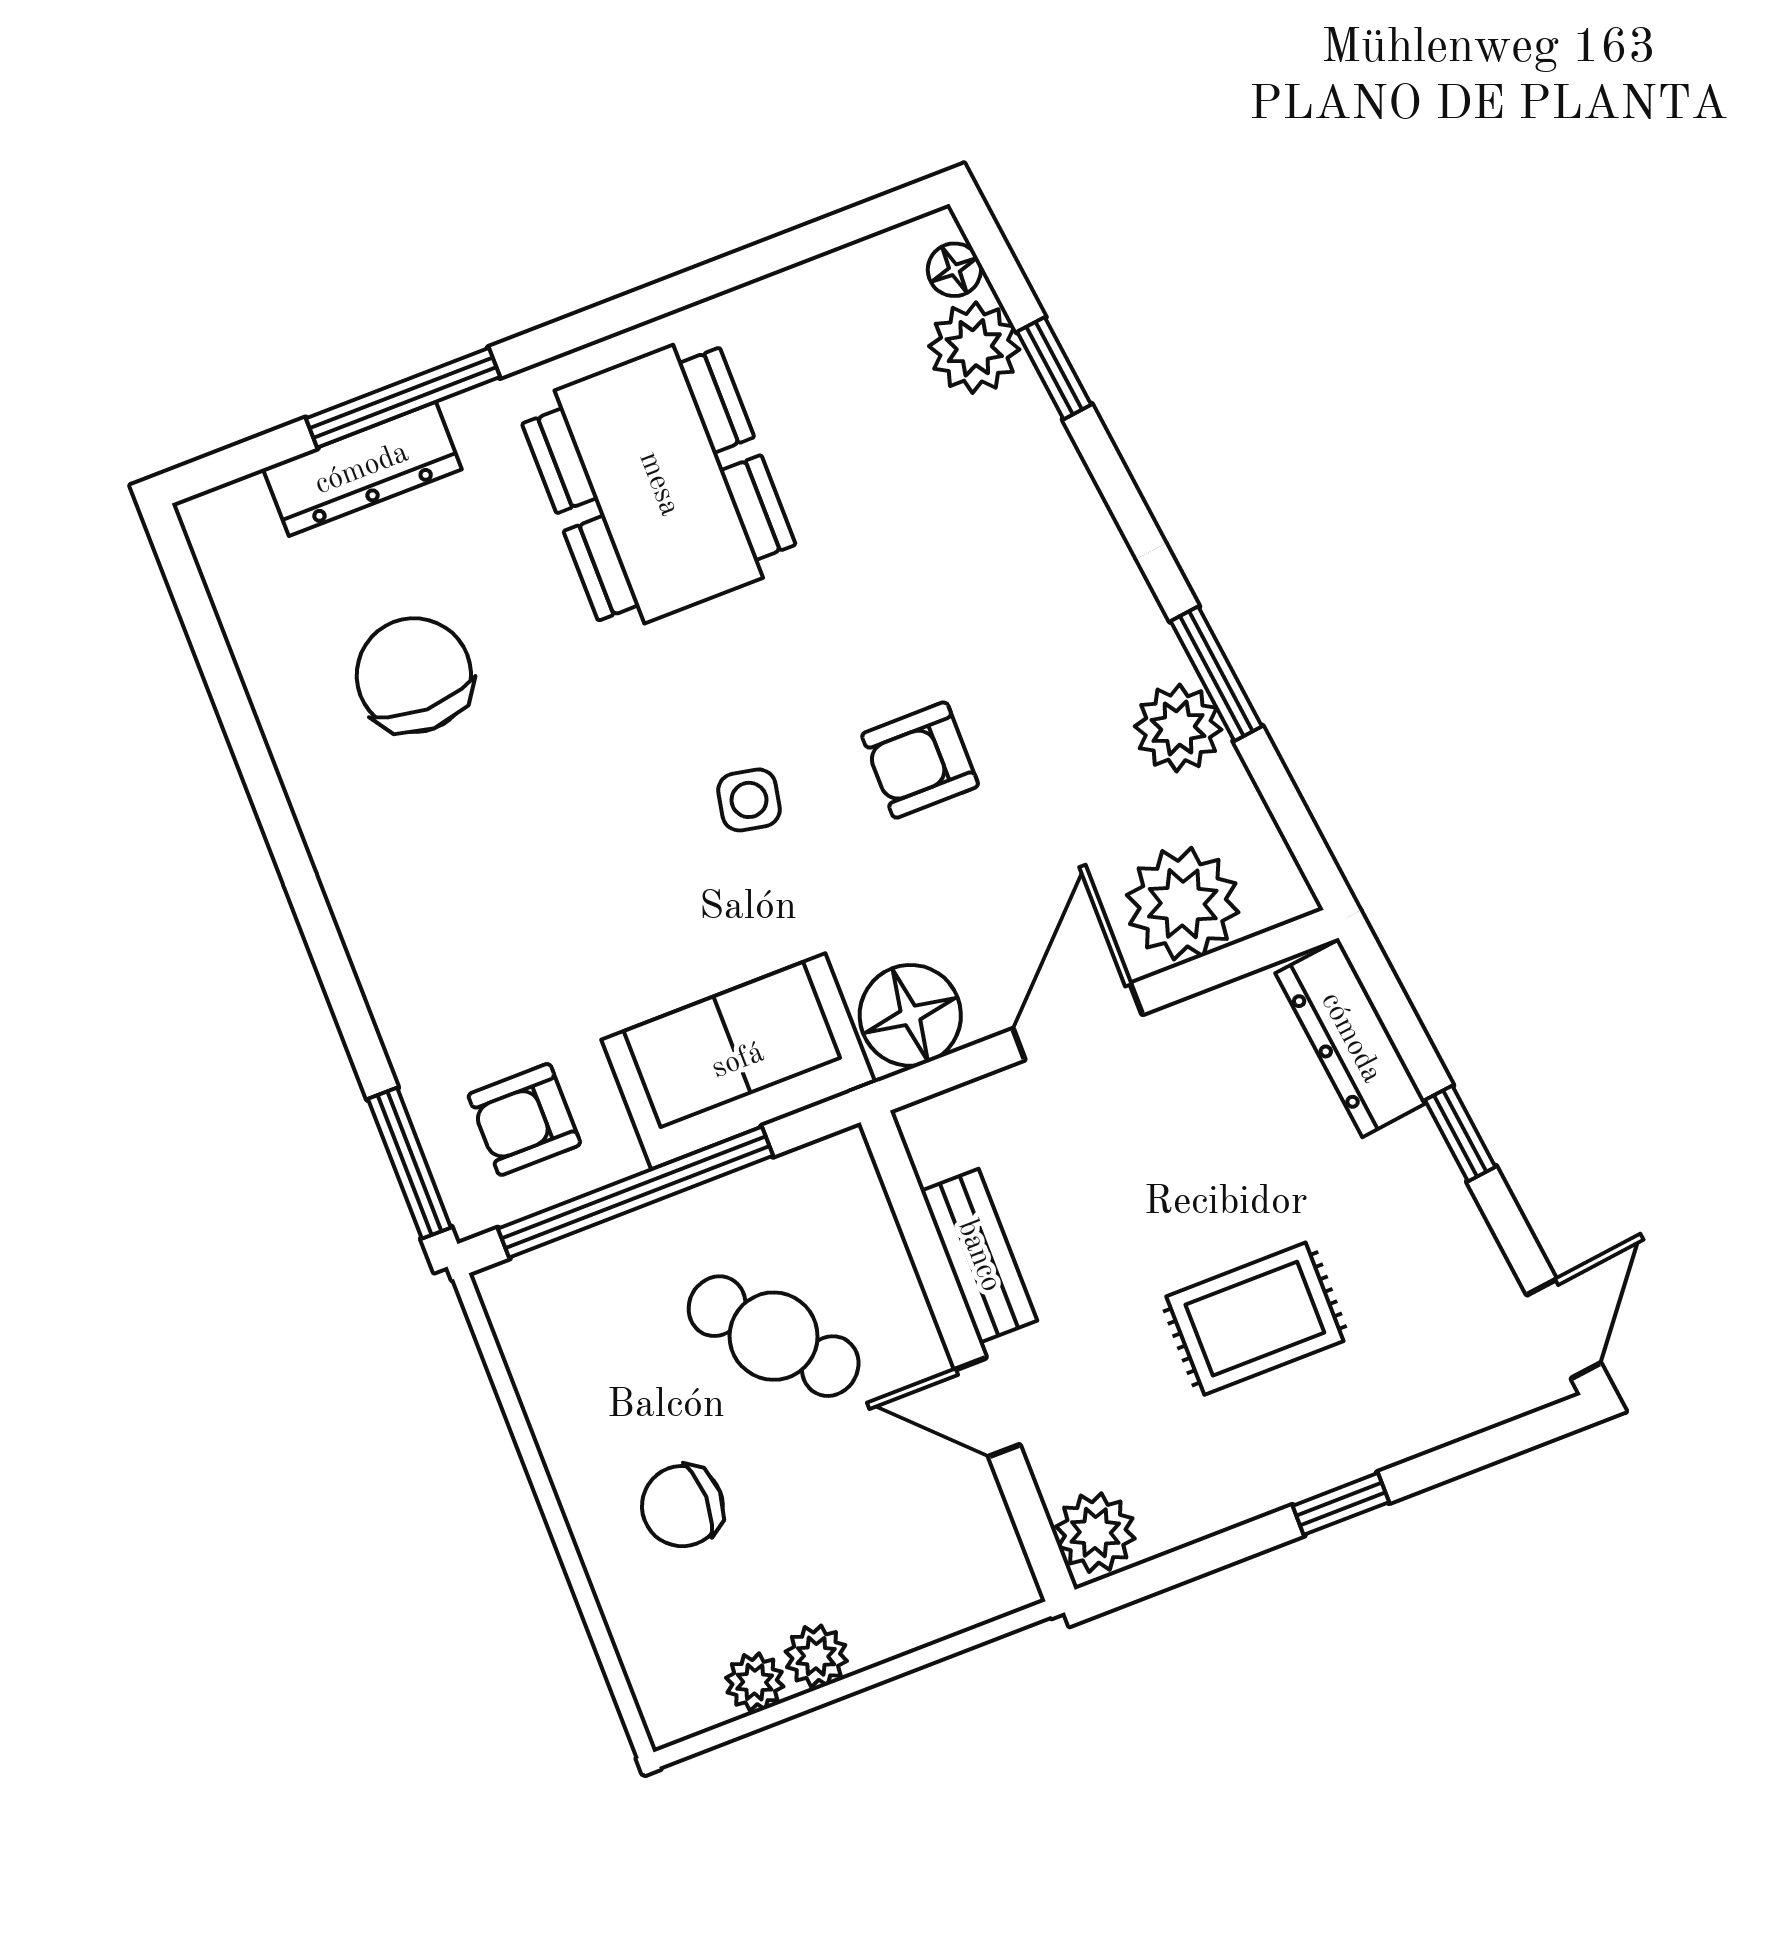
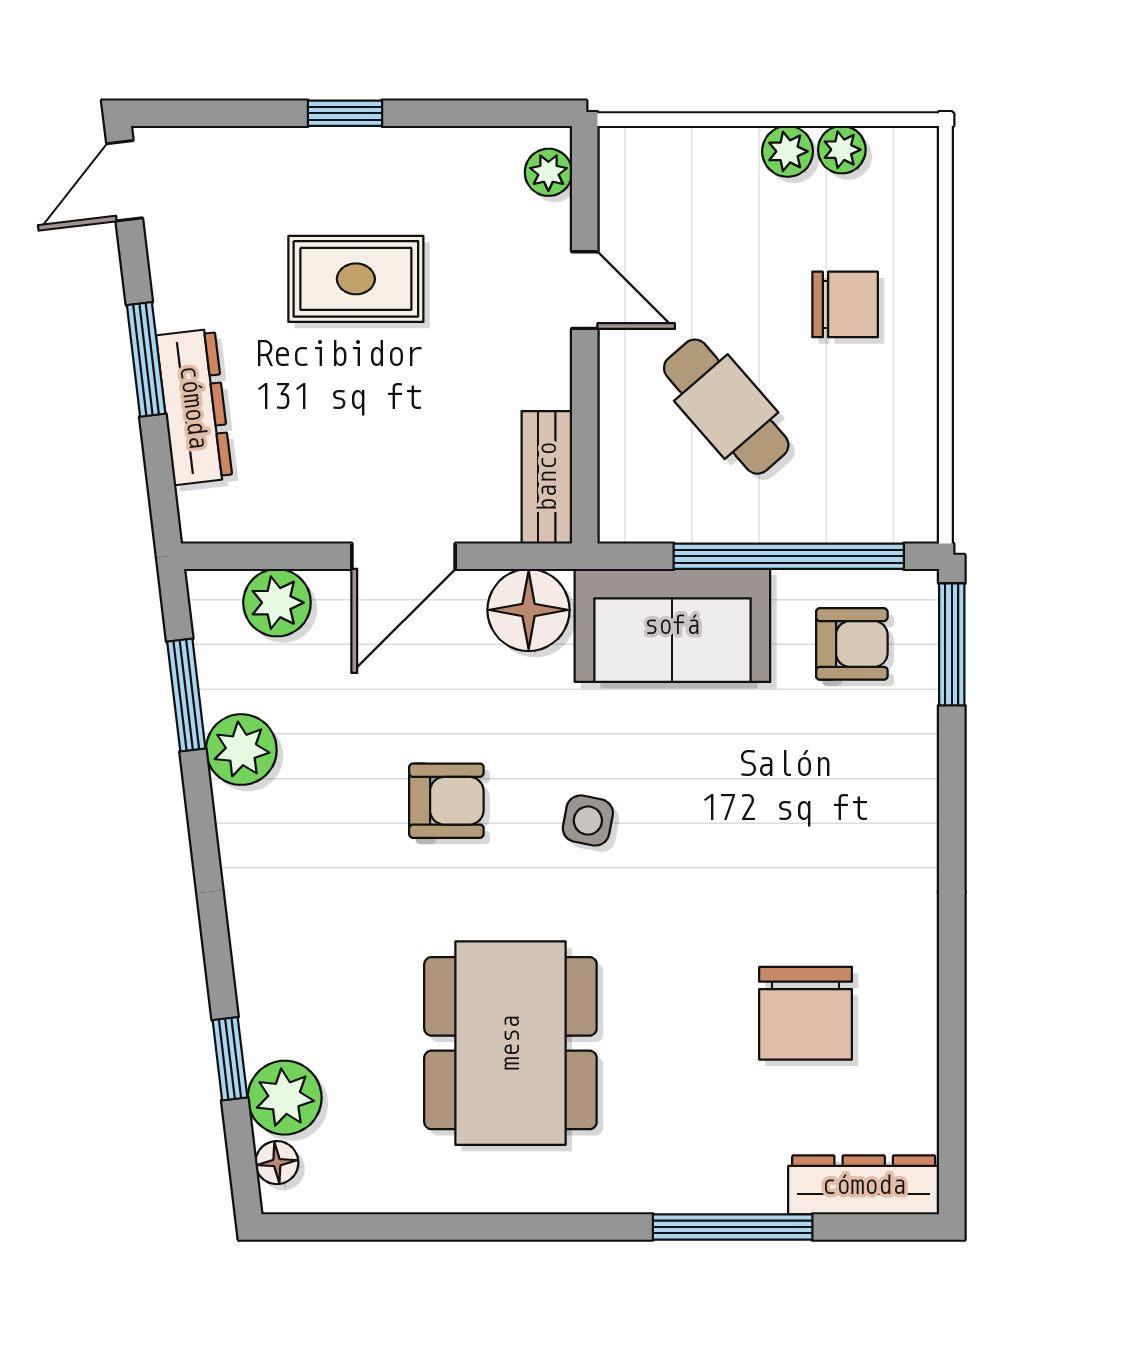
dresser: (362, 469) -> (864, 1185), moved
dining table: (659, 484) -> (510, 1043), moved
window: (1216, 674) -> (186, 695), moved
plant: (1183, 904) -> (277, 603), width x0.73, depth x0.73
dresser: (1351, 1038) -> (194, 407), moved
window: (1460, 1133) -> (146, 359), width x1.50
bench: (979, 1256) -> (547, 477), moved
plant: (1095, 1533) -> (548, 172), width x0.73, depth x0.73

